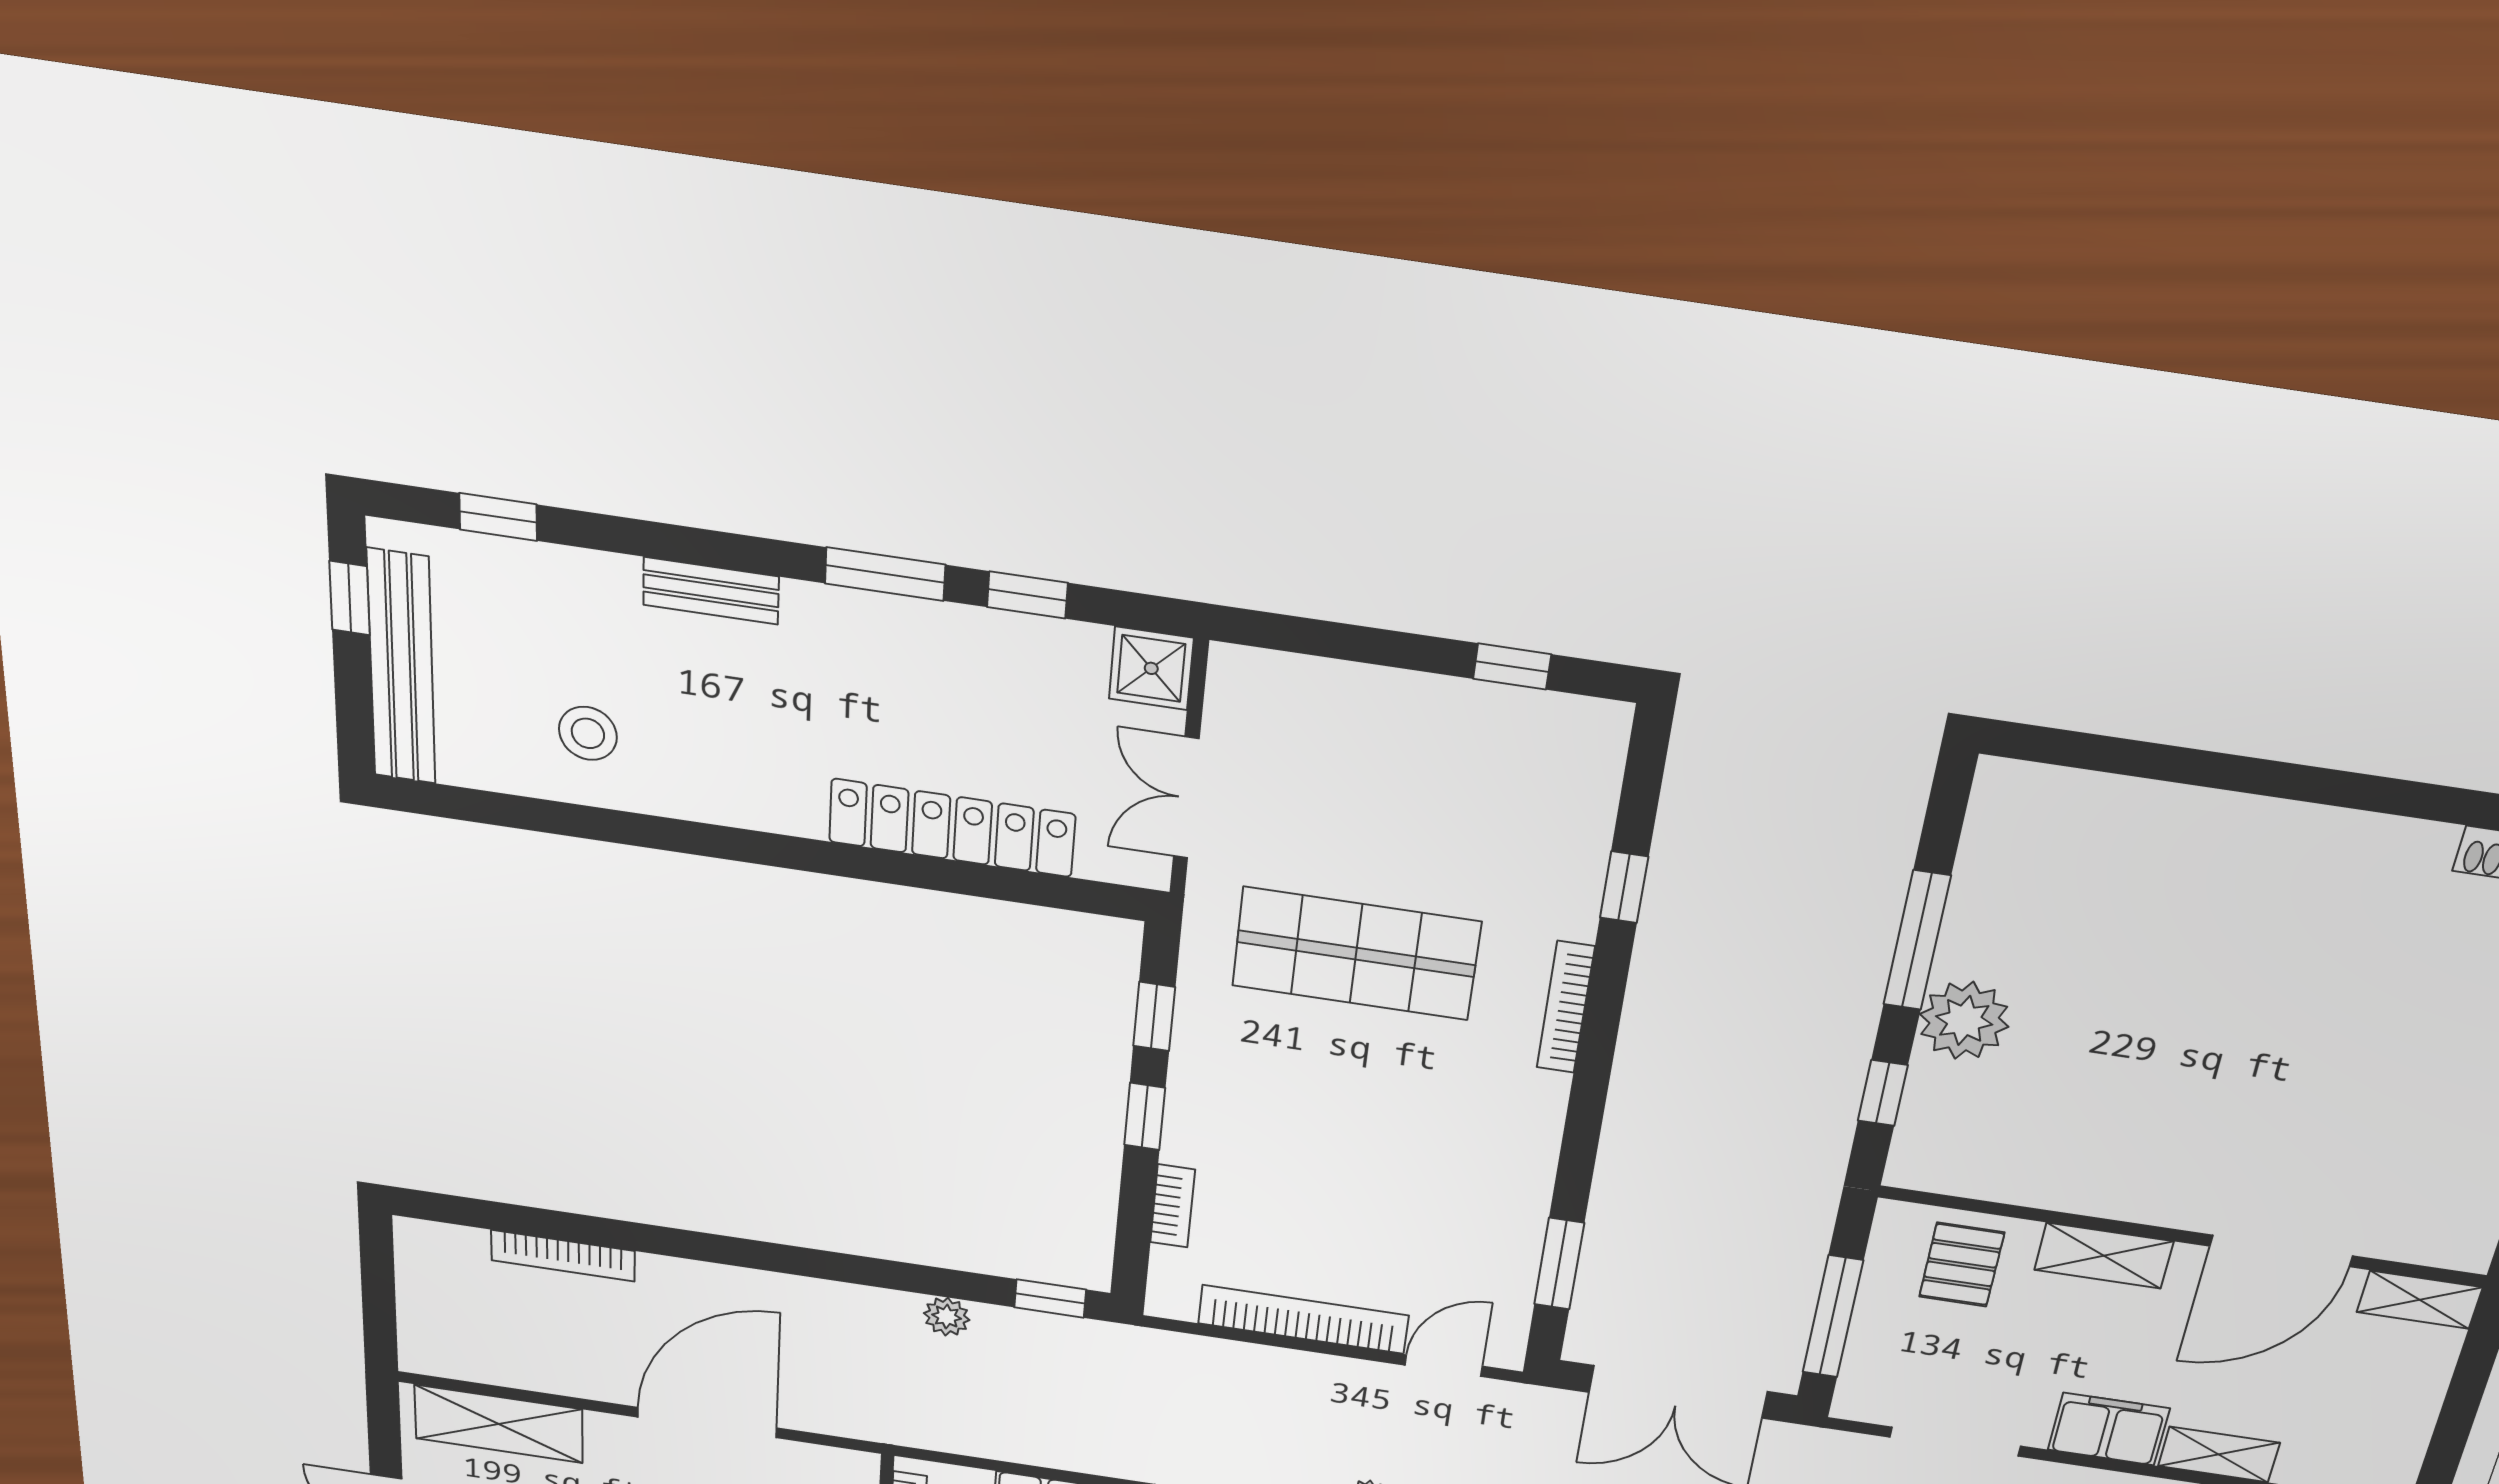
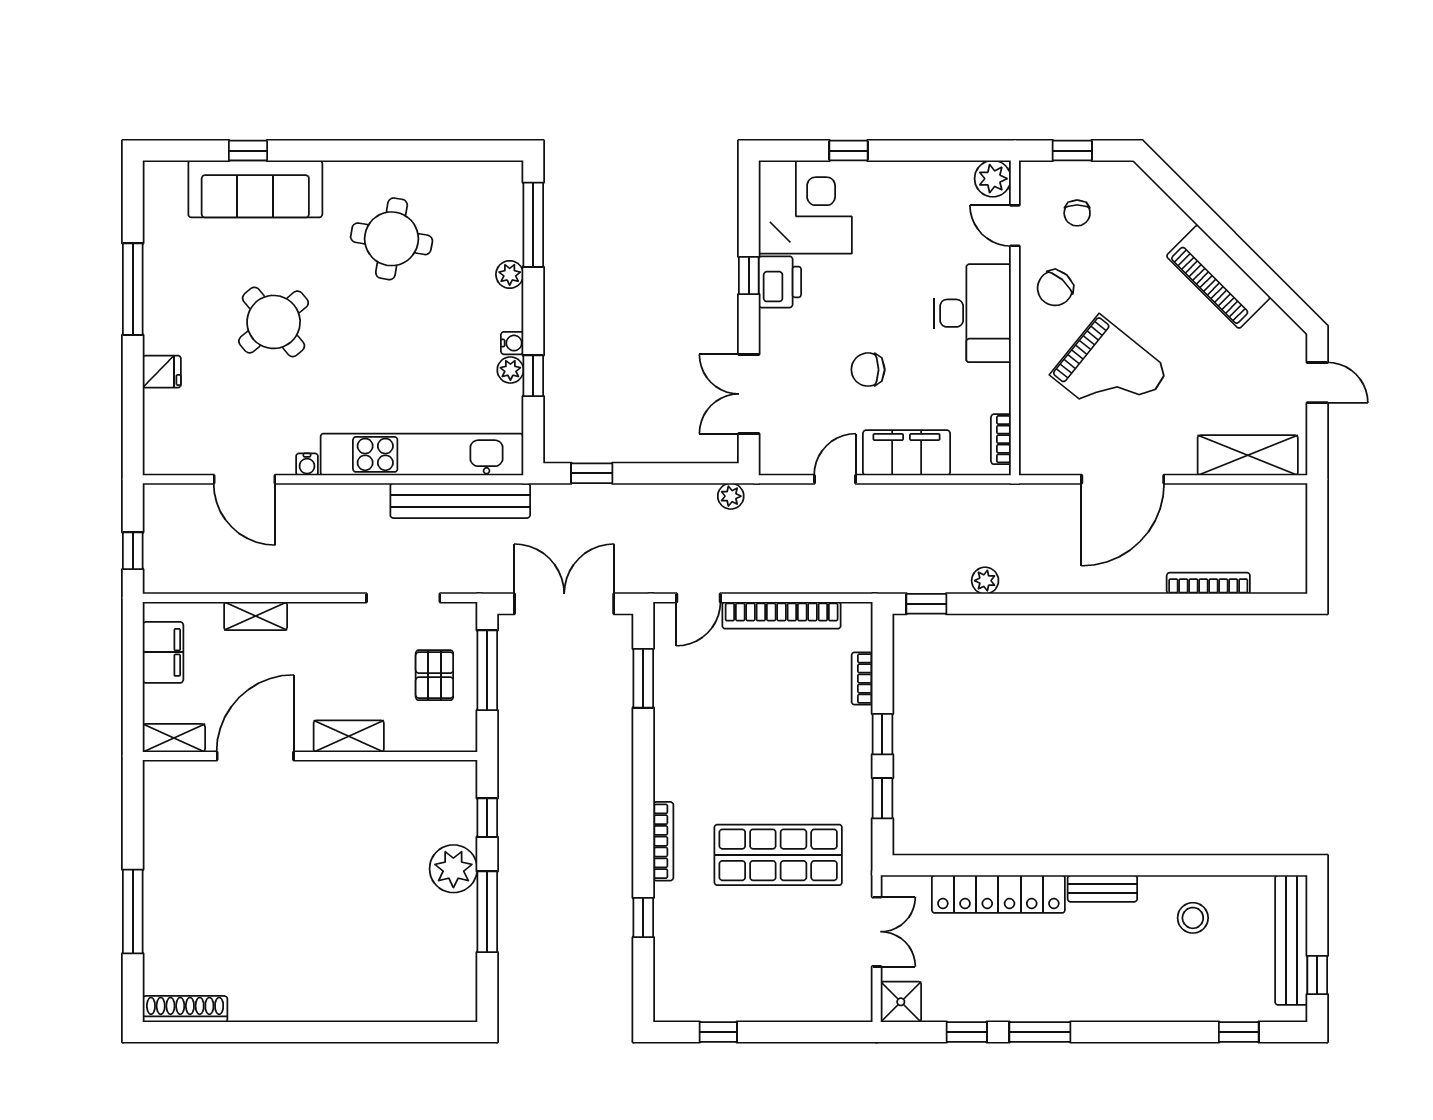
bench: (711, 591) -> (1102, 889), moved
pallet: (1962, 1265) -> (434, 675), moved
filing cabinet: (2109, 1429) -> (163, 652), moved, turned -90

